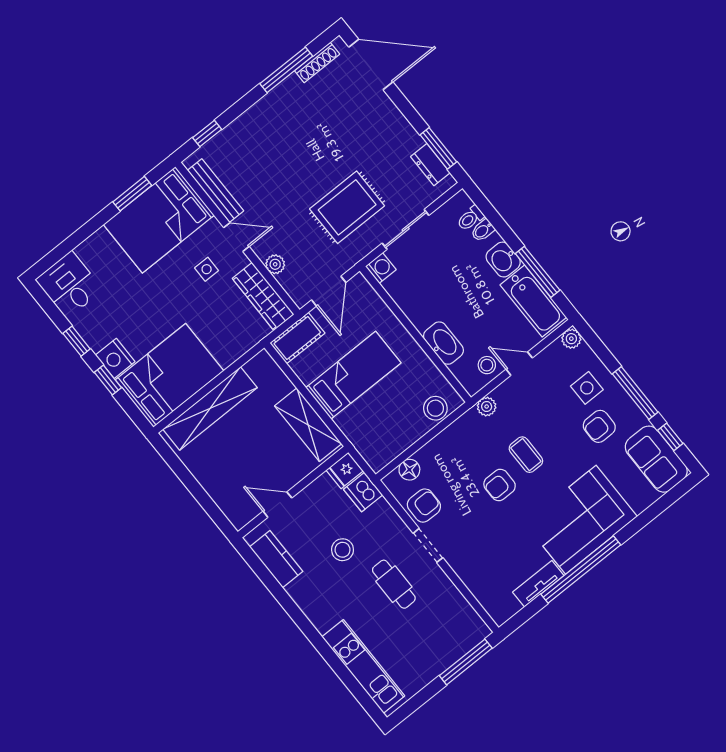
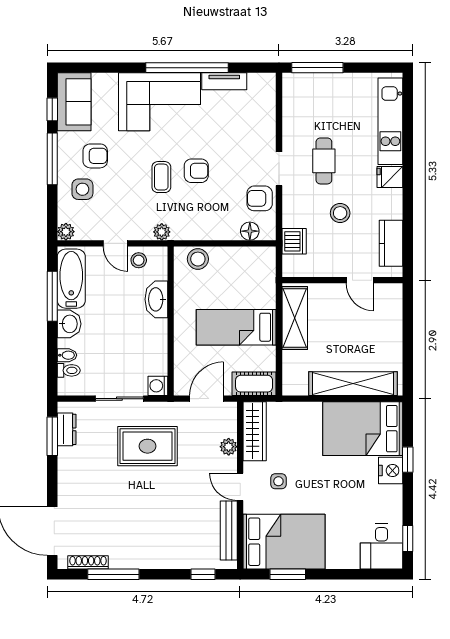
window: (77, 341) -> (408, 538), moved
fridge: (345, 470) -> (390, 177), moved, turned 180

